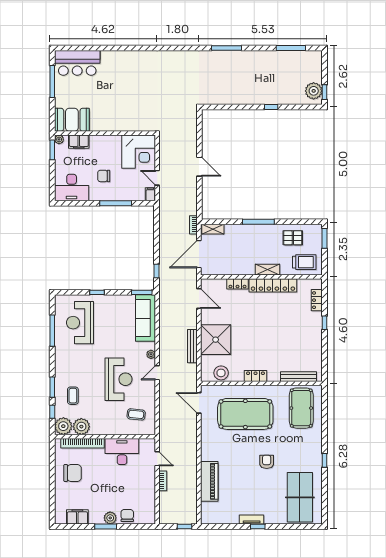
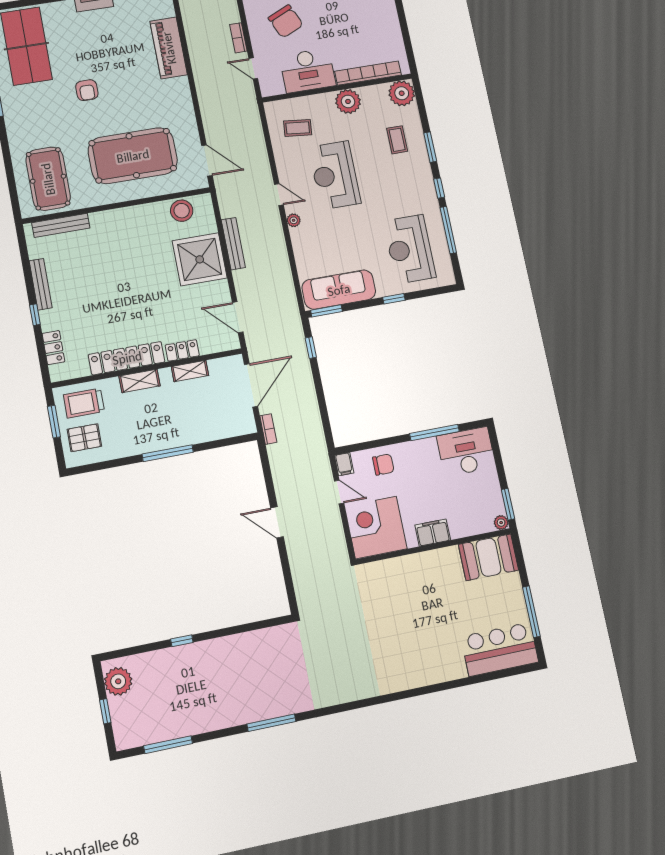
window: (324, 92) -> (105, 711), moved
filing cabinet: (79, 142) -> (433, 533), moved
chair: (104, 176) -> (383, 465), moved
window: (116, 203) -> (434, 432), moved
shelving: (213, 229) -> (190, 371), moved
pallet: (293, 238) -> (84, 438), moved
window: (324, 238) -> (54, 422), moved
sofa: (145, 318) -> (339, 290), moved, turned -90
reception desk: (80, 323) -> (410, 249), turned 180
bench: (318, 341) -> (41, 284), added
door: (157, 373) -> (279, 195), hinge flipped
locker: (255, 376) -> (128, 215), removed
window: (52, 412) -> (439, 188), moved
plant: (81, 427) -> (348, 101), moved
chair: (73, 473) -> (286, 21), moved, turned -114

